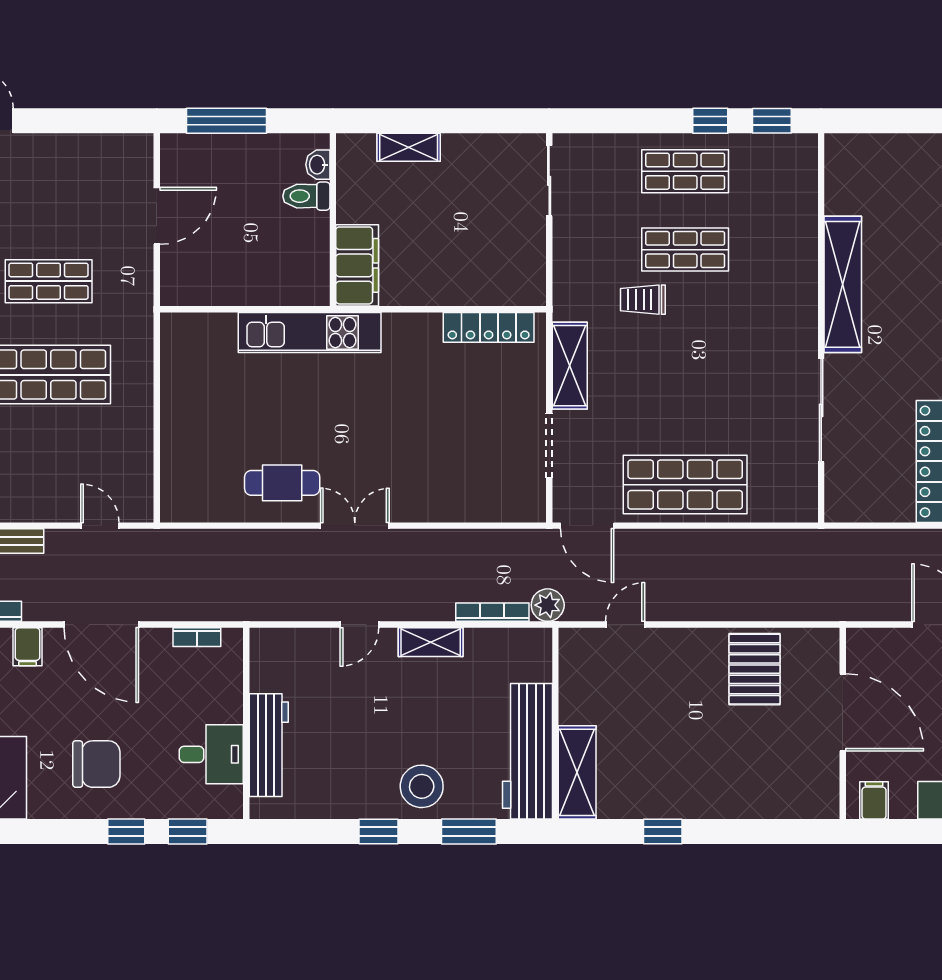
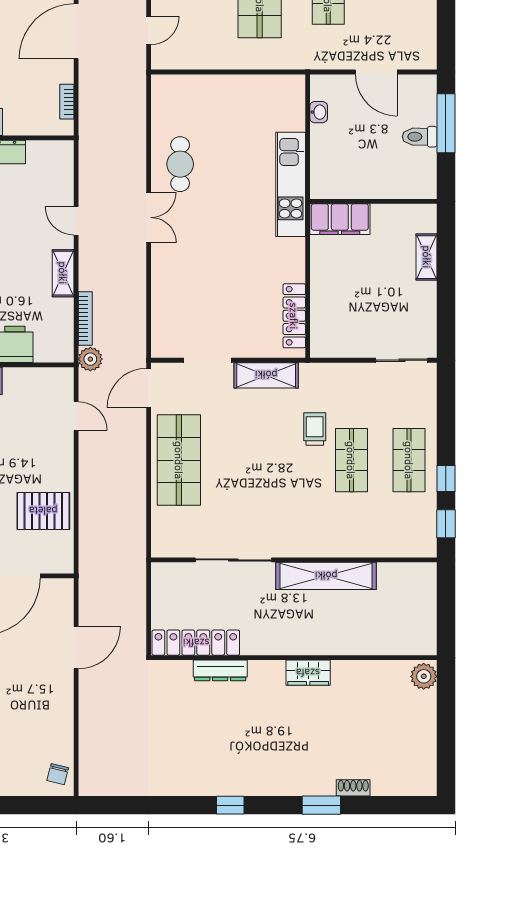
washbasin: (318, 165) -> (319, 112), moved, turned 90
toilet: (306, 196) -> (420, 137), moved, turned -90

